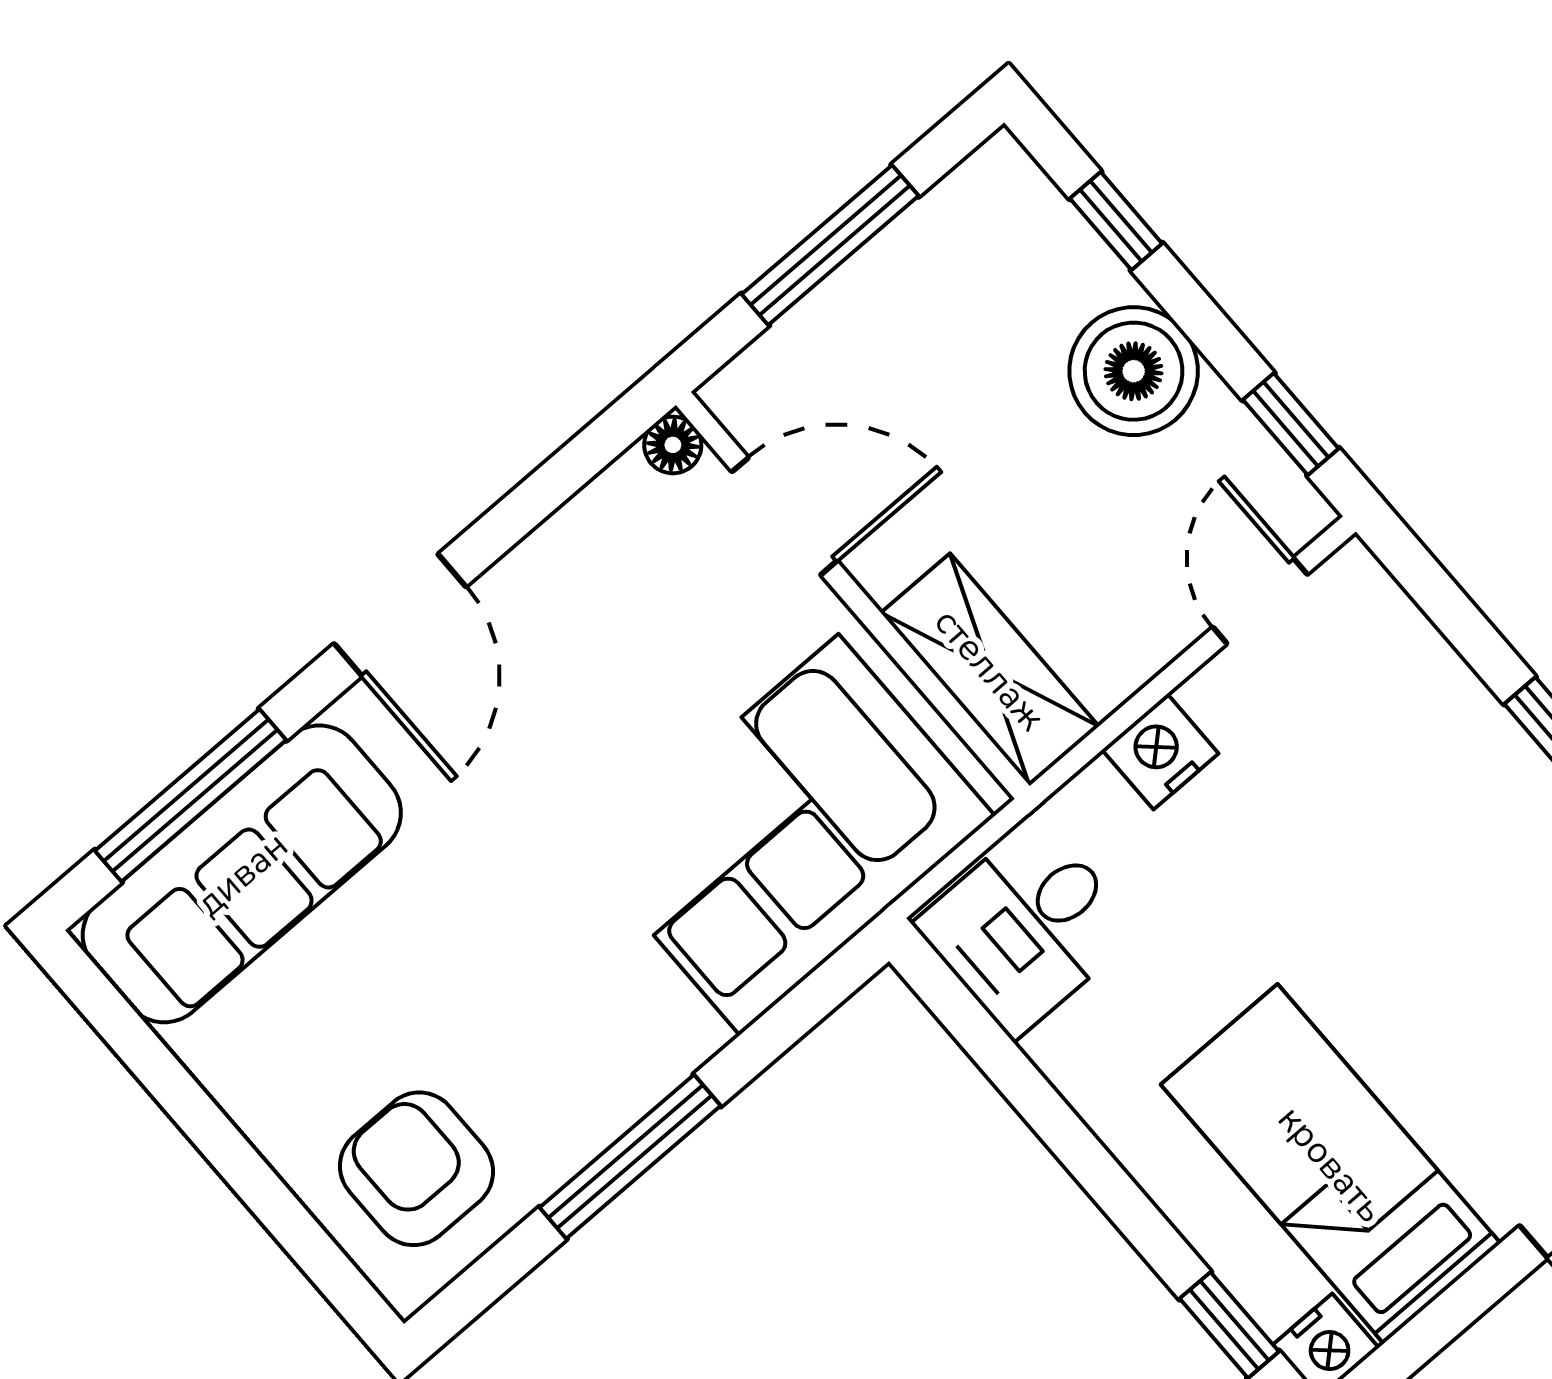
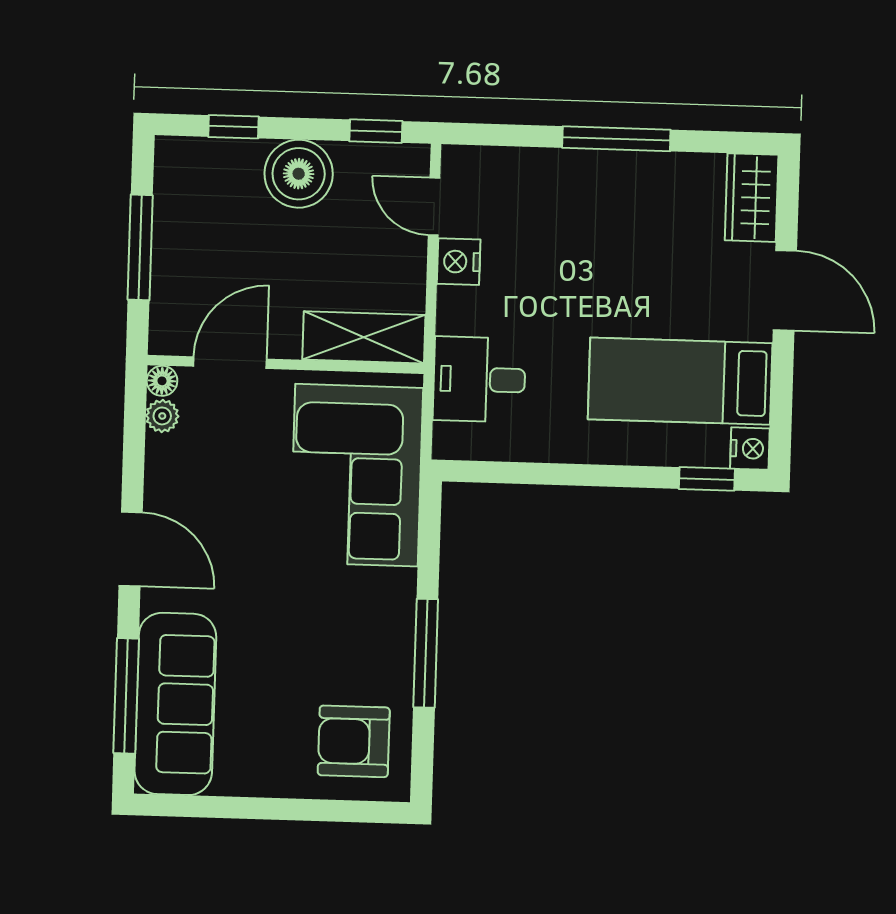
plant: (624, 490) -> (162, 416), added
nightstand: (1160, 752) -> (459, 262), moved
desk: (1027, 928) -> (479, 379), moved, turned 90

